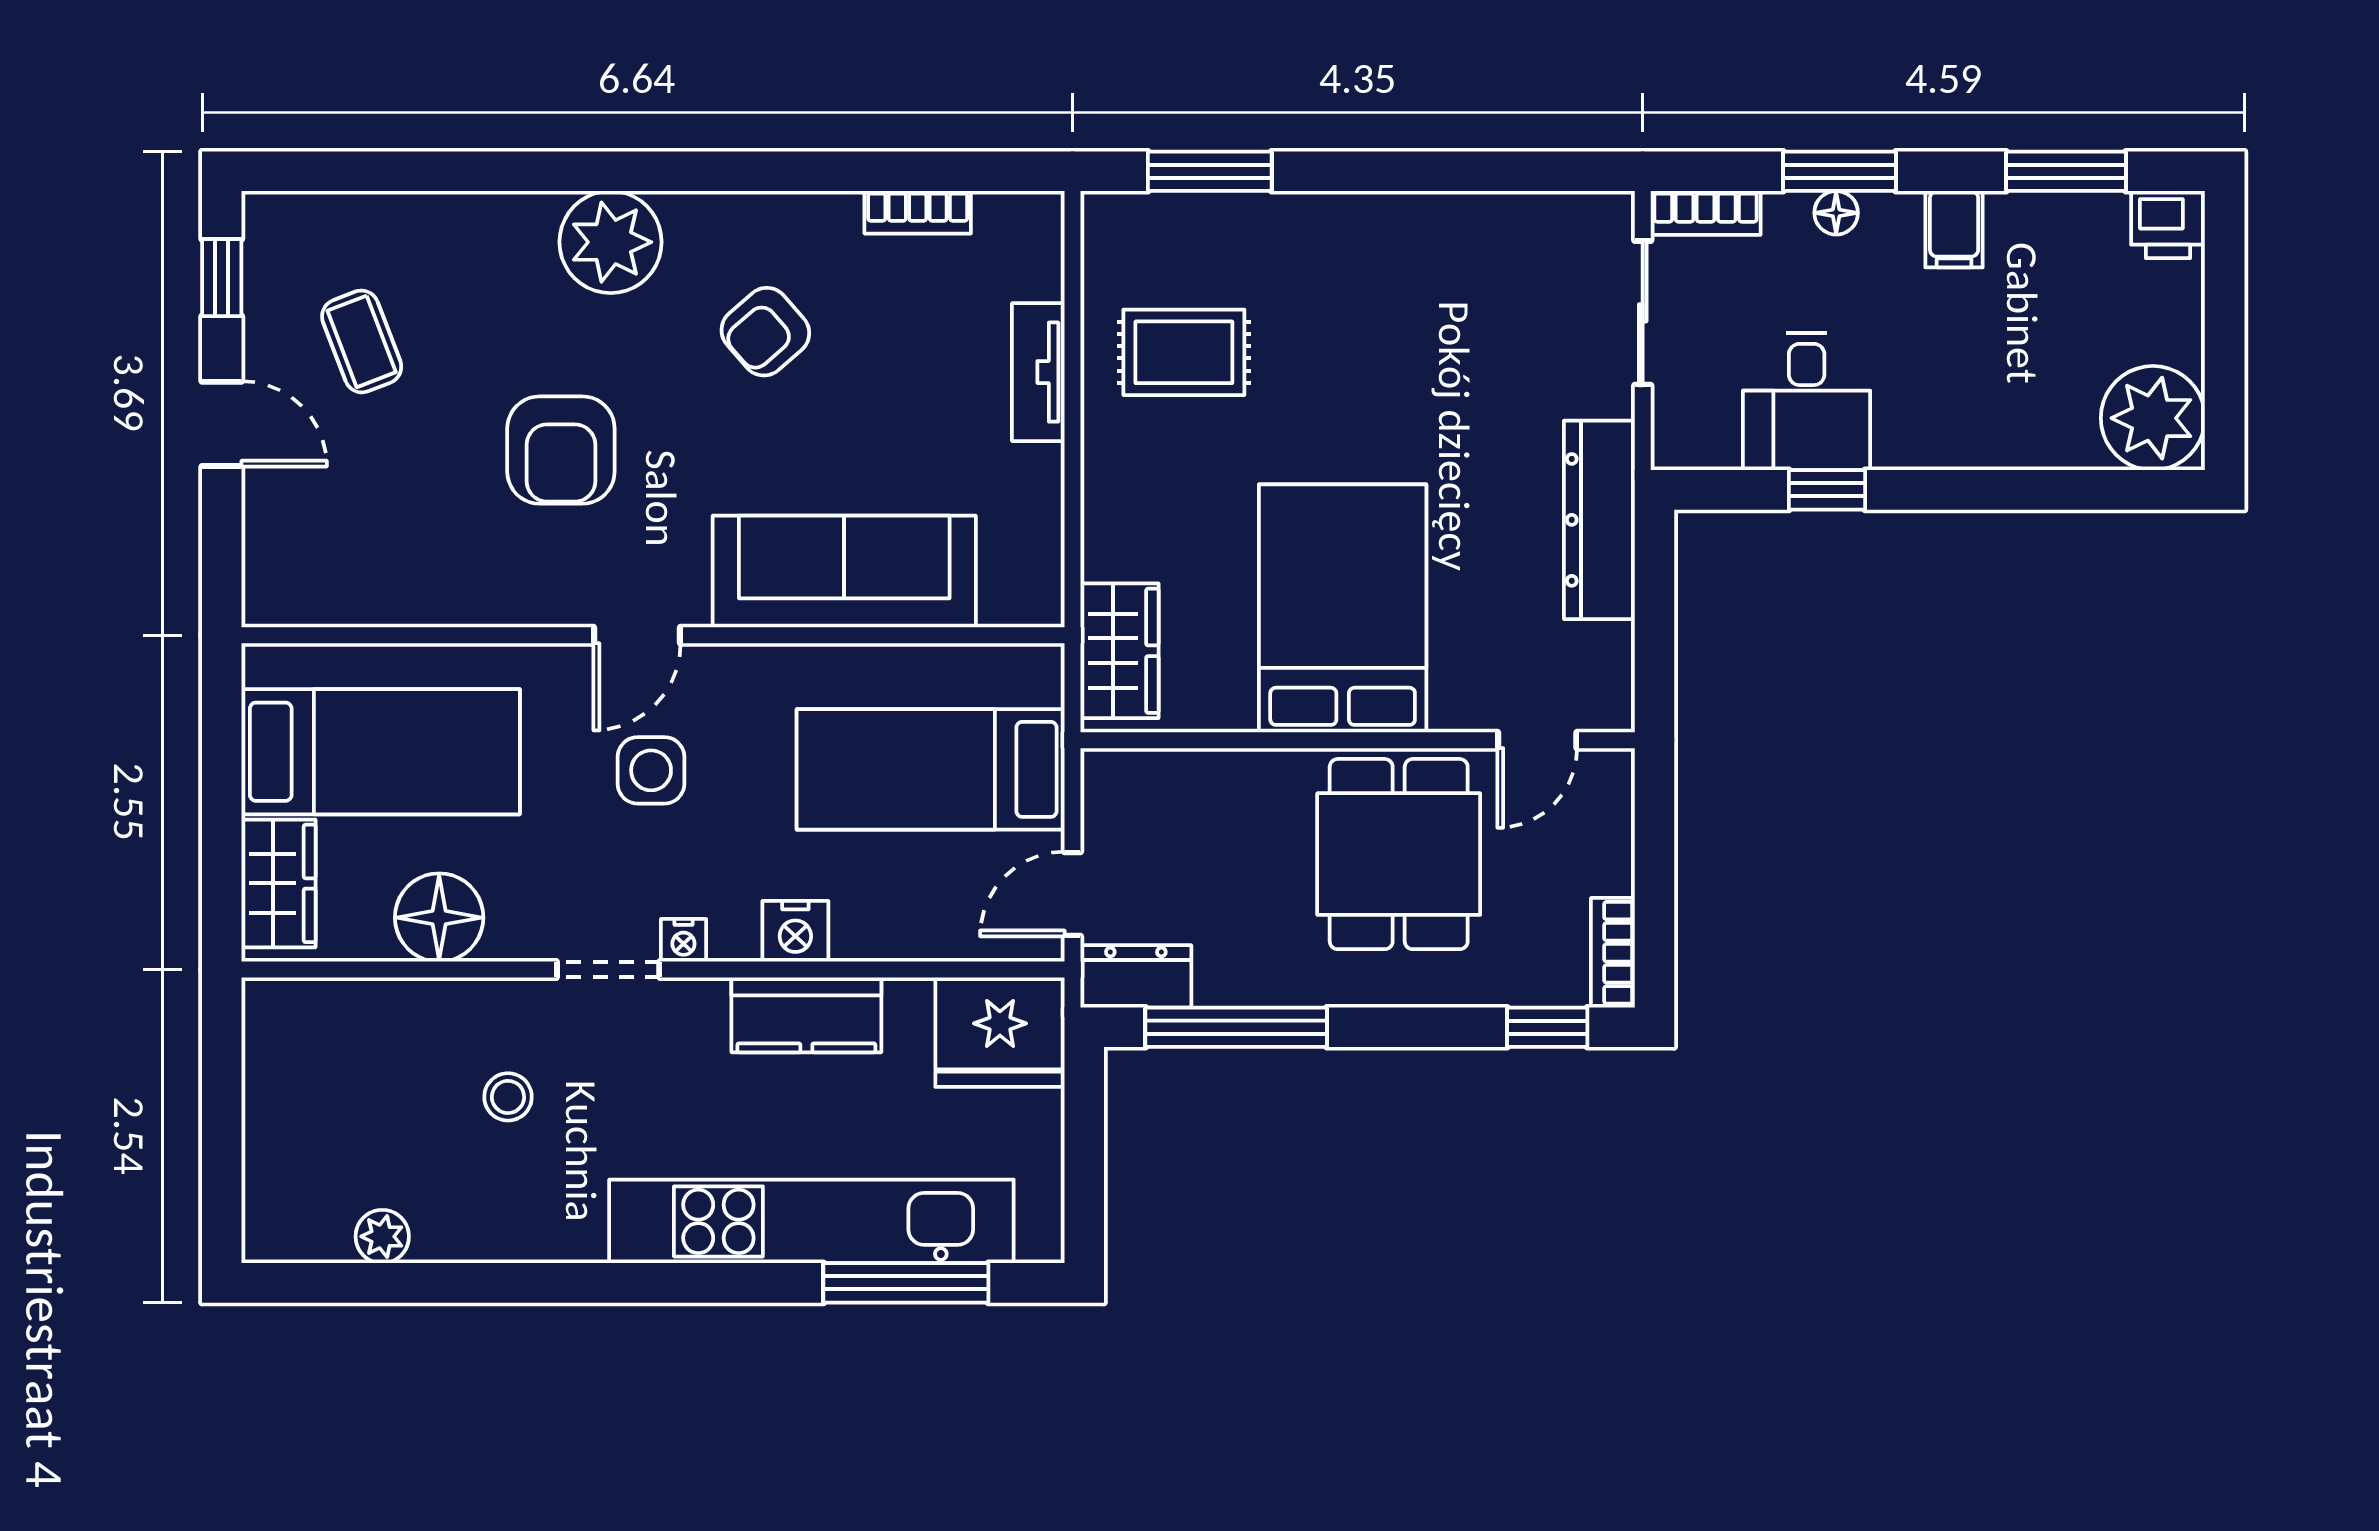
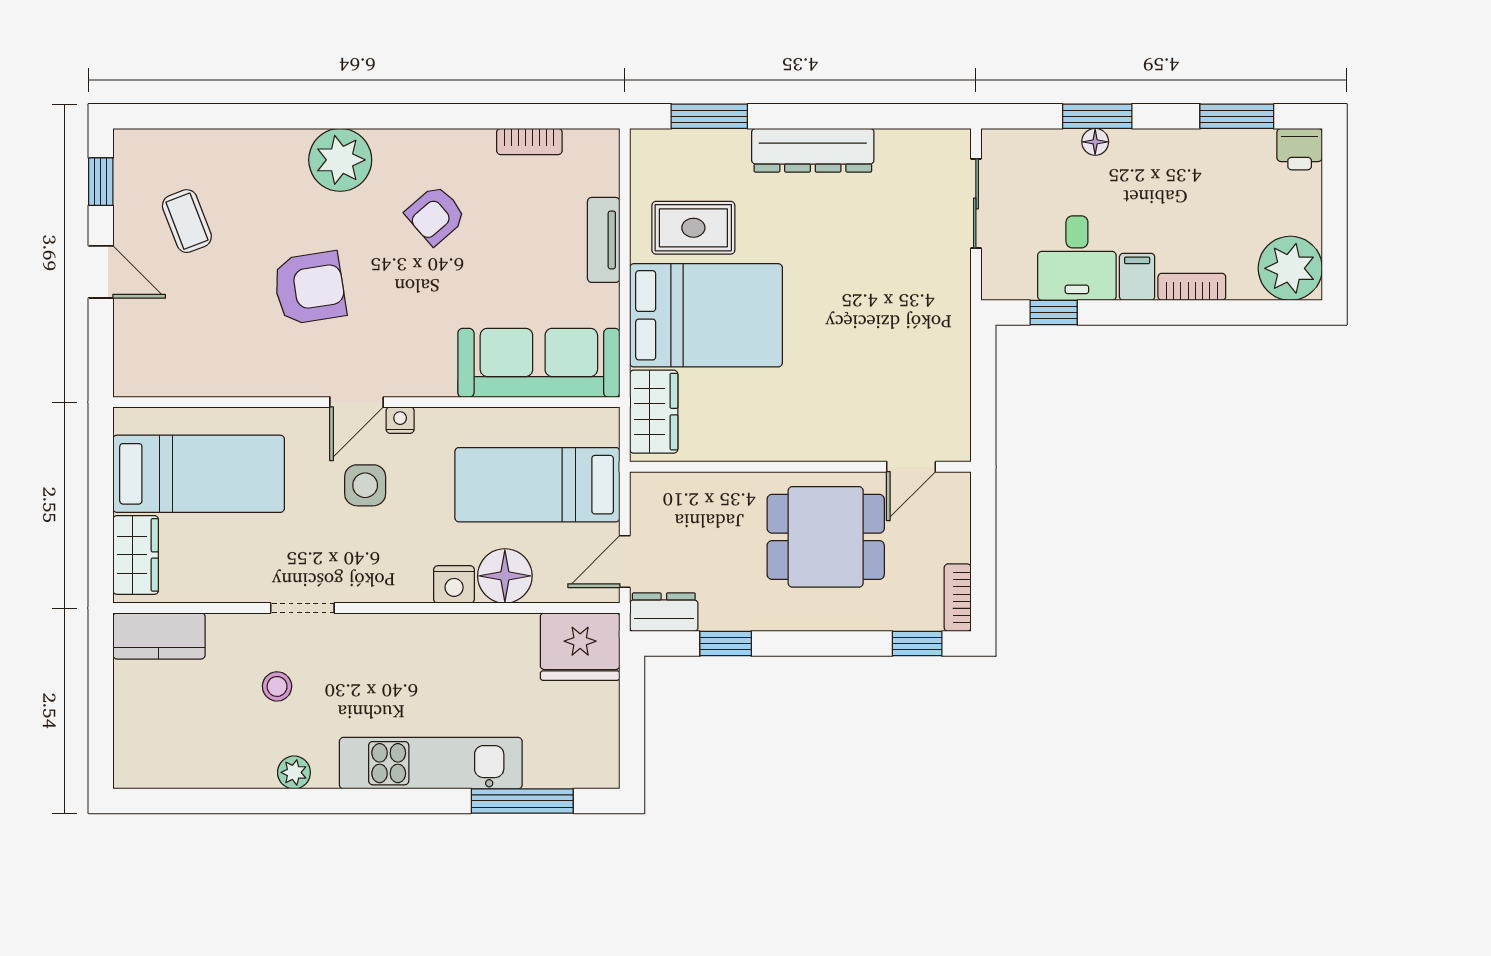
bookcase: (1706, 213) -> (1192, 287), moved, turned 180
filing cabinet: (1954, 229) -> (1137, 277), moved, turned 180
armchair: (561, 450) -> (310, 288), turned -99
window: (1827, 490) -> (1054, 312), moved
dresser: (1599, 520) -> (813, 150), moved, turned -90
sofa: (844, 572) -> (539, 363), moved
bed: (1343, 608) -> (706, 315), moved, turned 90
dining table: (1399, 854) -> (826, 537), turned 90
floor lamp: (439, 918) -> (505, 576), moved
nightstand: (683, 940) -> (400, 420), moved, turned 180
doorway: (608, 970) -> (302, 608), moved
kitchen counter: (806, 1015) -> (159, 636), moved
window: (1236, 1027) -> (726, 644), width x0.46
kitchen unit: (811, 1221) -> (431, 763), width x0.73
plant: (382, 1236) -> (294, 772), moved

